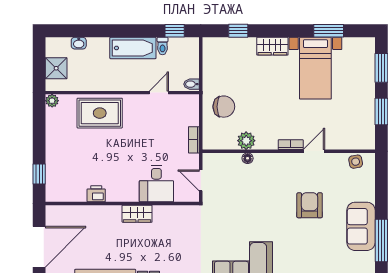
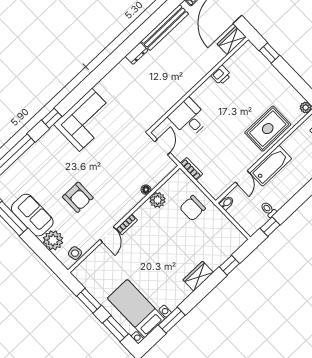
bathtub: (133, 48) -> (271, 166), moved, turned 180
bed with nightstands: (315, 68) -> (136, 309), moved
door: (201, 180) -> (162, 147), hinge flipped
plant: (364, 189) -> (53, 240), added
wardrobe: (137, 214) -> (232, 40), moved

